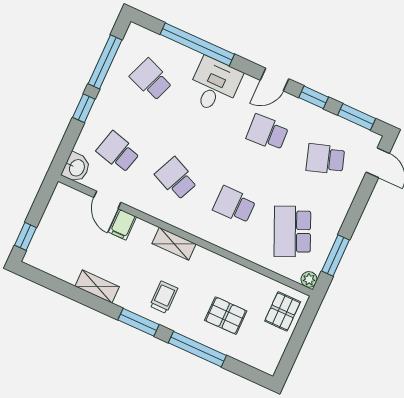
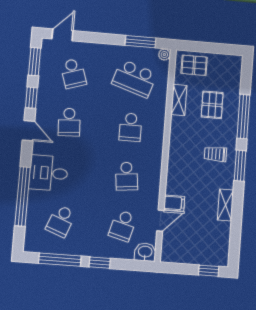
school desk: (176, 178) -> (127, 176), turned -30
school desk: (292, 231) -> (134, 79), turned 42
shelving: (174, 244) -> (179, 100), moved

